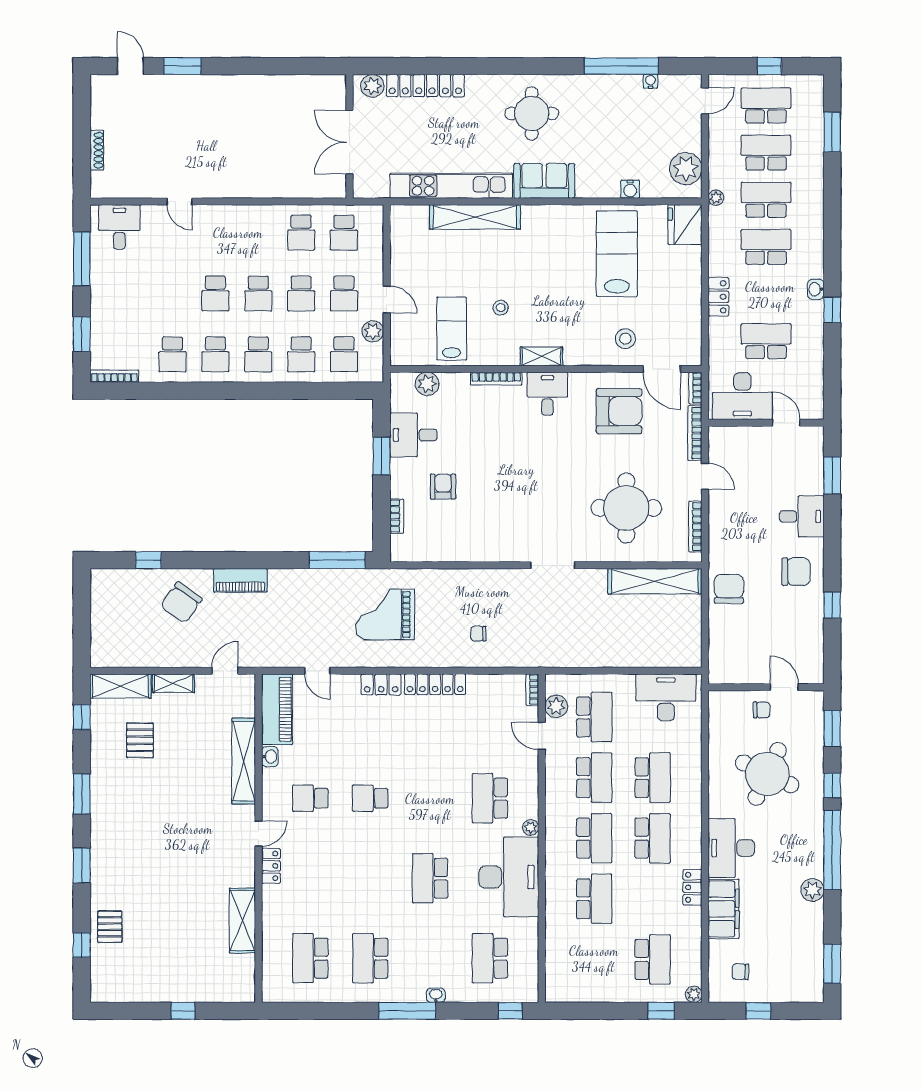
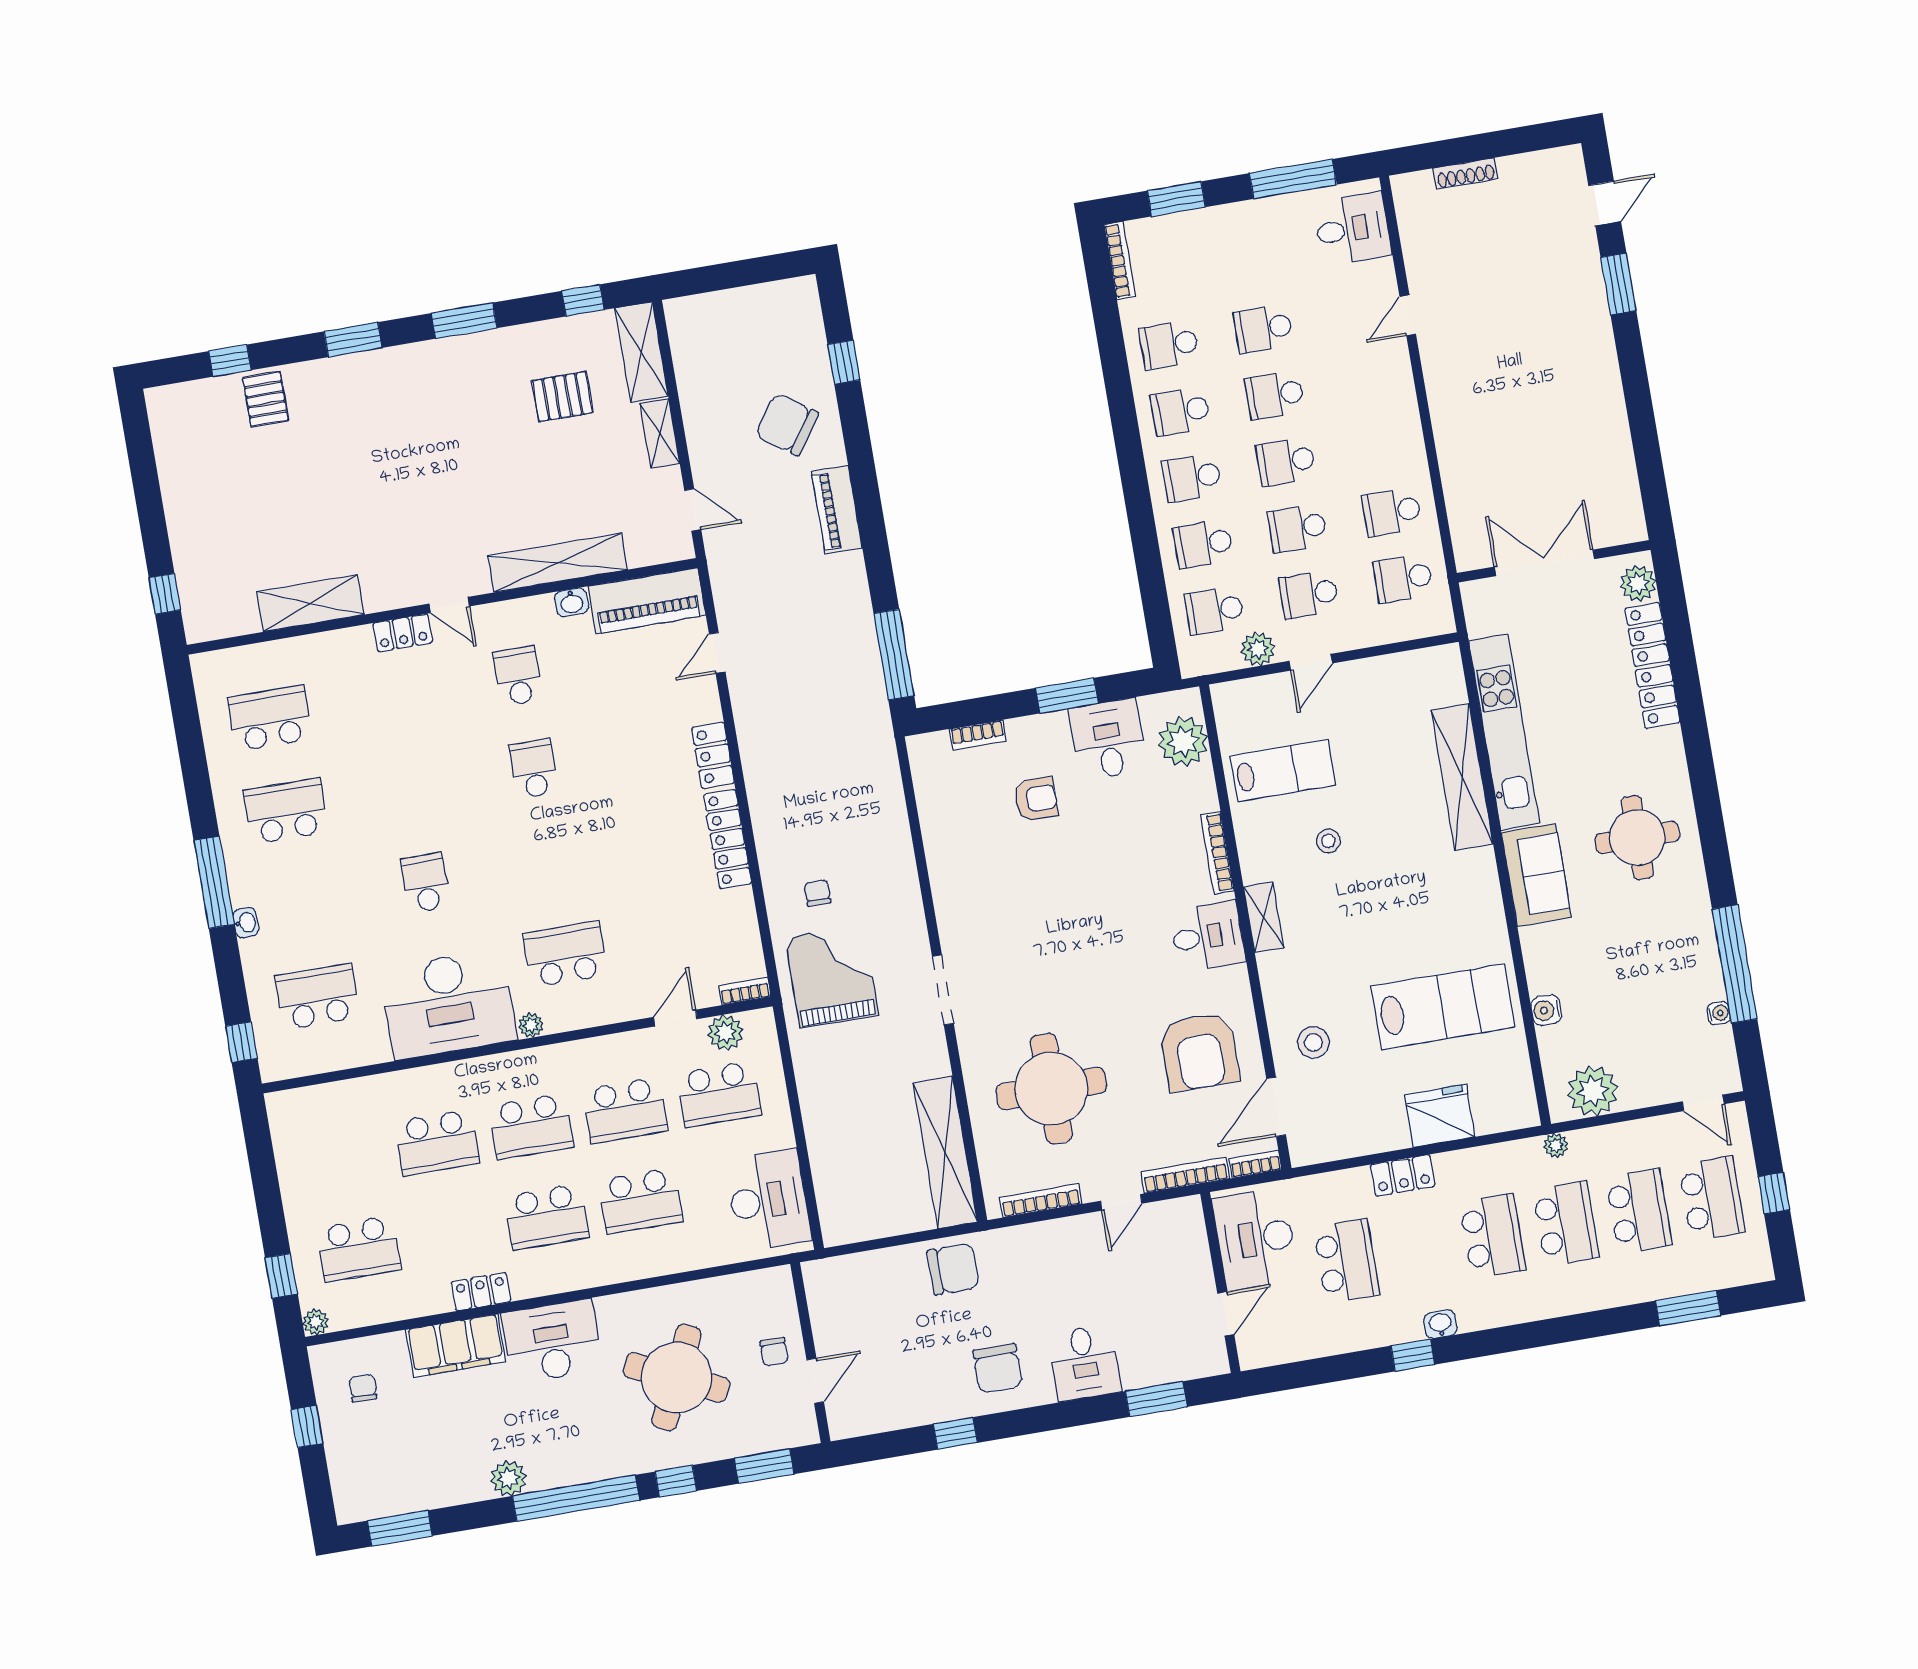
fridge: (685, 225) -> (1440, 1116), moved
school desk: (173, 293) -> (1263, 329), added
plant: (427, 384) -> (1183, 741), width x1.36, depth x1.36
grand piano: (385, 615) -> (832, 976), moved
school desk: (430, 878) -> (426, 883), width x0.54
pallet: (110, 927) -> (266, 399), turned 90
window: (183, 1011) -> (165, 594), moved

